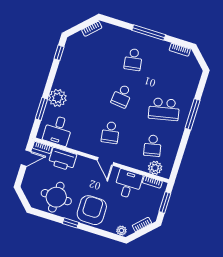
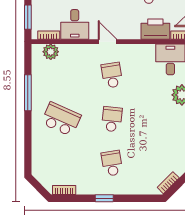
window: (149, 33) -> (104, 198), width x0.46
school desk: (164, 109) -> (61, 119), turned 36
window: (192, 114) -> (28, 93), moved
school desk: (153, 146) -> (61, 75), removed

